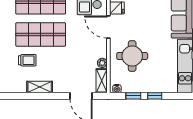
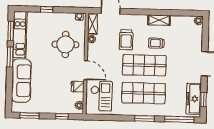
trolley: (62, 63) -> (126, 40), added
shelving: (40, 87) -> (159, 20), moved
window: (133, 96) -> (65, 10), removed

